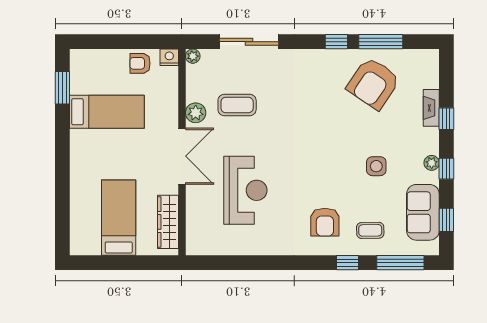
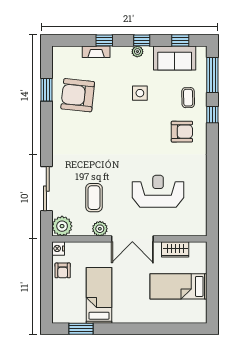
window: (336, 42) -> (46, 123), removed
window: (381, 42) -> (46, 90), width x0.69
plant: (193, 56) -> (62, 226), width x1.88, depth x1.88
armchair: (373, 83) -> (78, 95), turned 152
double door: (182, 156) -> (132, 239), swing flipped
wardrobe: (168, 222) -> (175, 249), width x0.67

